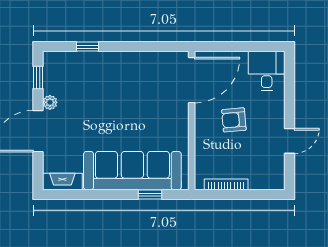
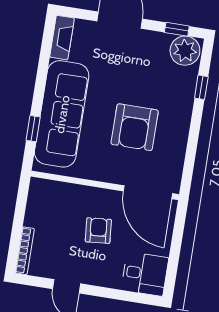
plant: (50, 102) -> (185, 51), moved, width x1.87, depth x1.87
armchair: (134, 102) -> (135, 127), added
bookcase: (226, 184) -> (25, 251), moved

